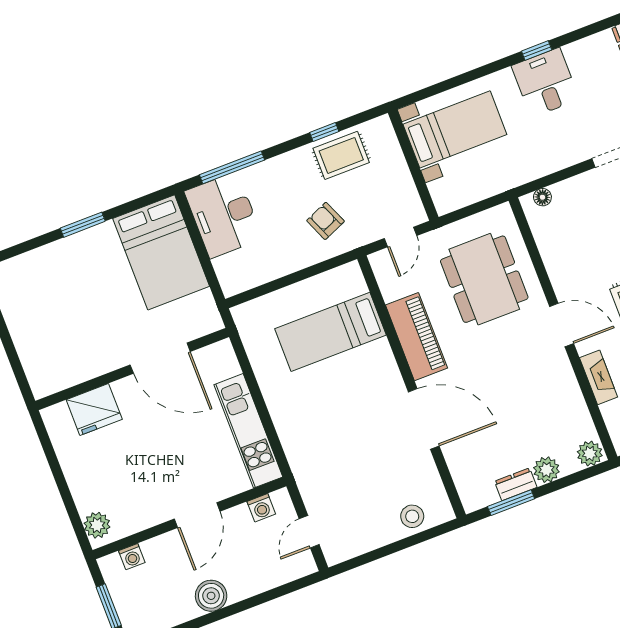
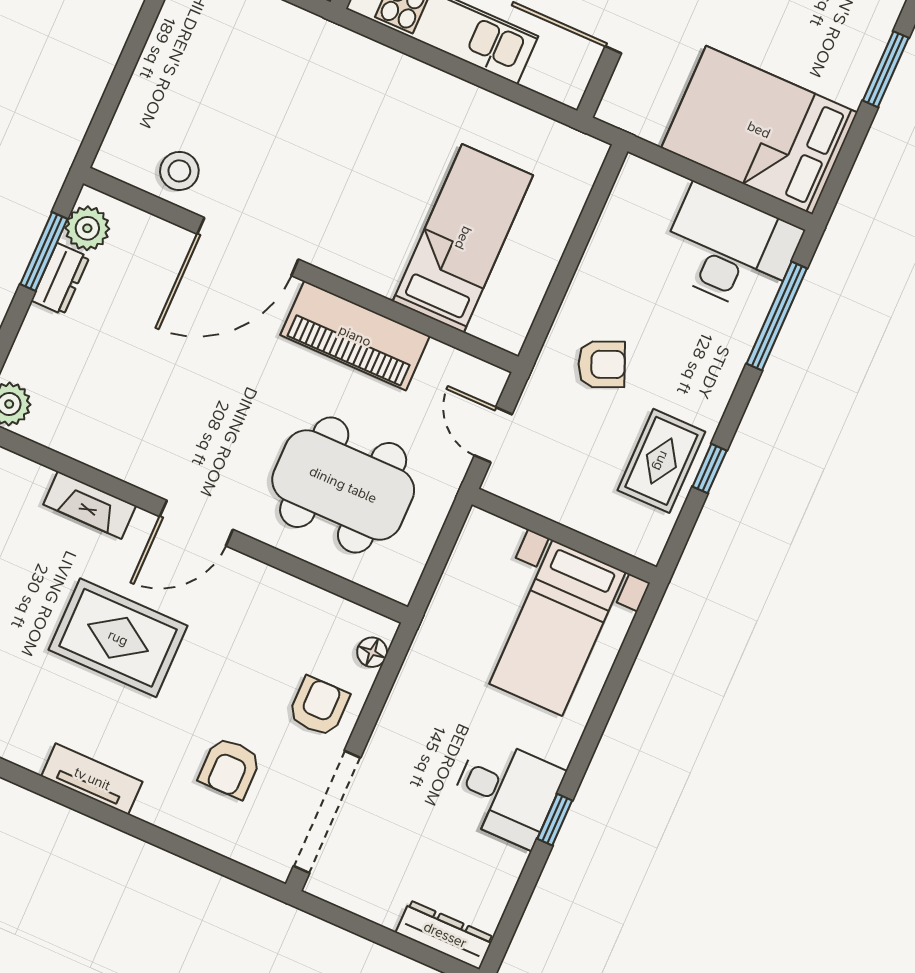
armchair: (588, 197) -> (319, 706), added
plant: (546, 470) -> (87, 228), moved
stool: (412, 516) -> (179, 171), moved

